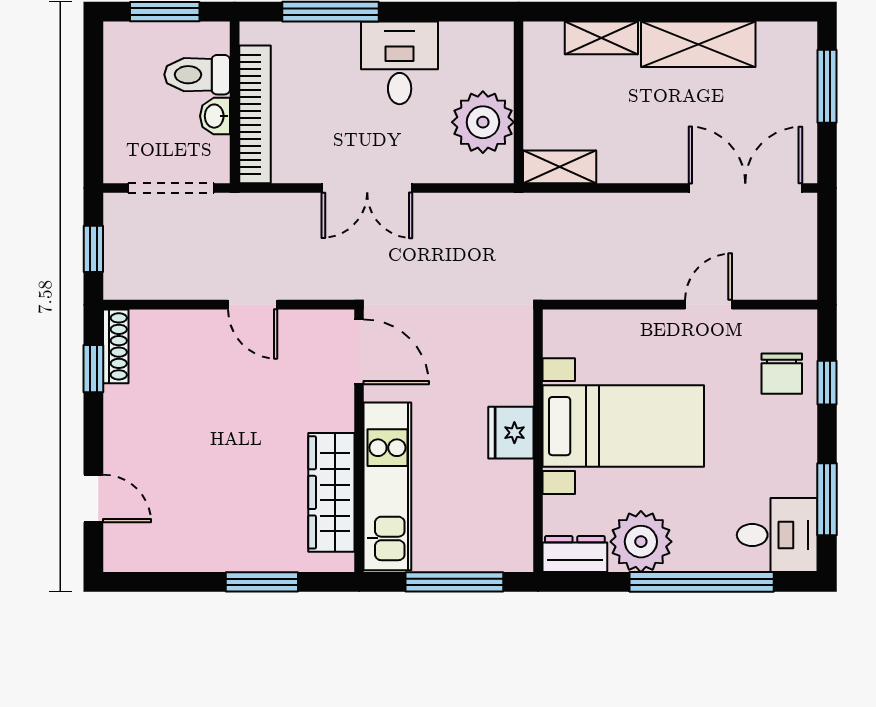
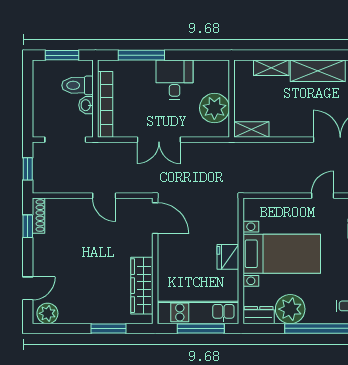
kitchen unit: (387, 486) -> (198, 312), moved, turned -90
door: (93, 498) -> (28, 288), hinge flipped
plant: (134, 551) -> (47, 313), added

